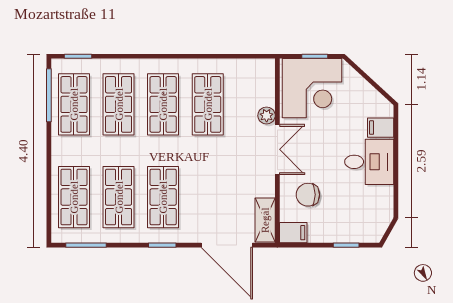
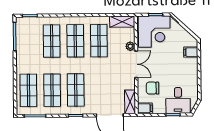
shelving: (252, 69) -> (122, 22), added
shop shelf: (74, 104) -> (28, 41), removed
desk: (369, 162) -> (178, 100), moved, turned 90

